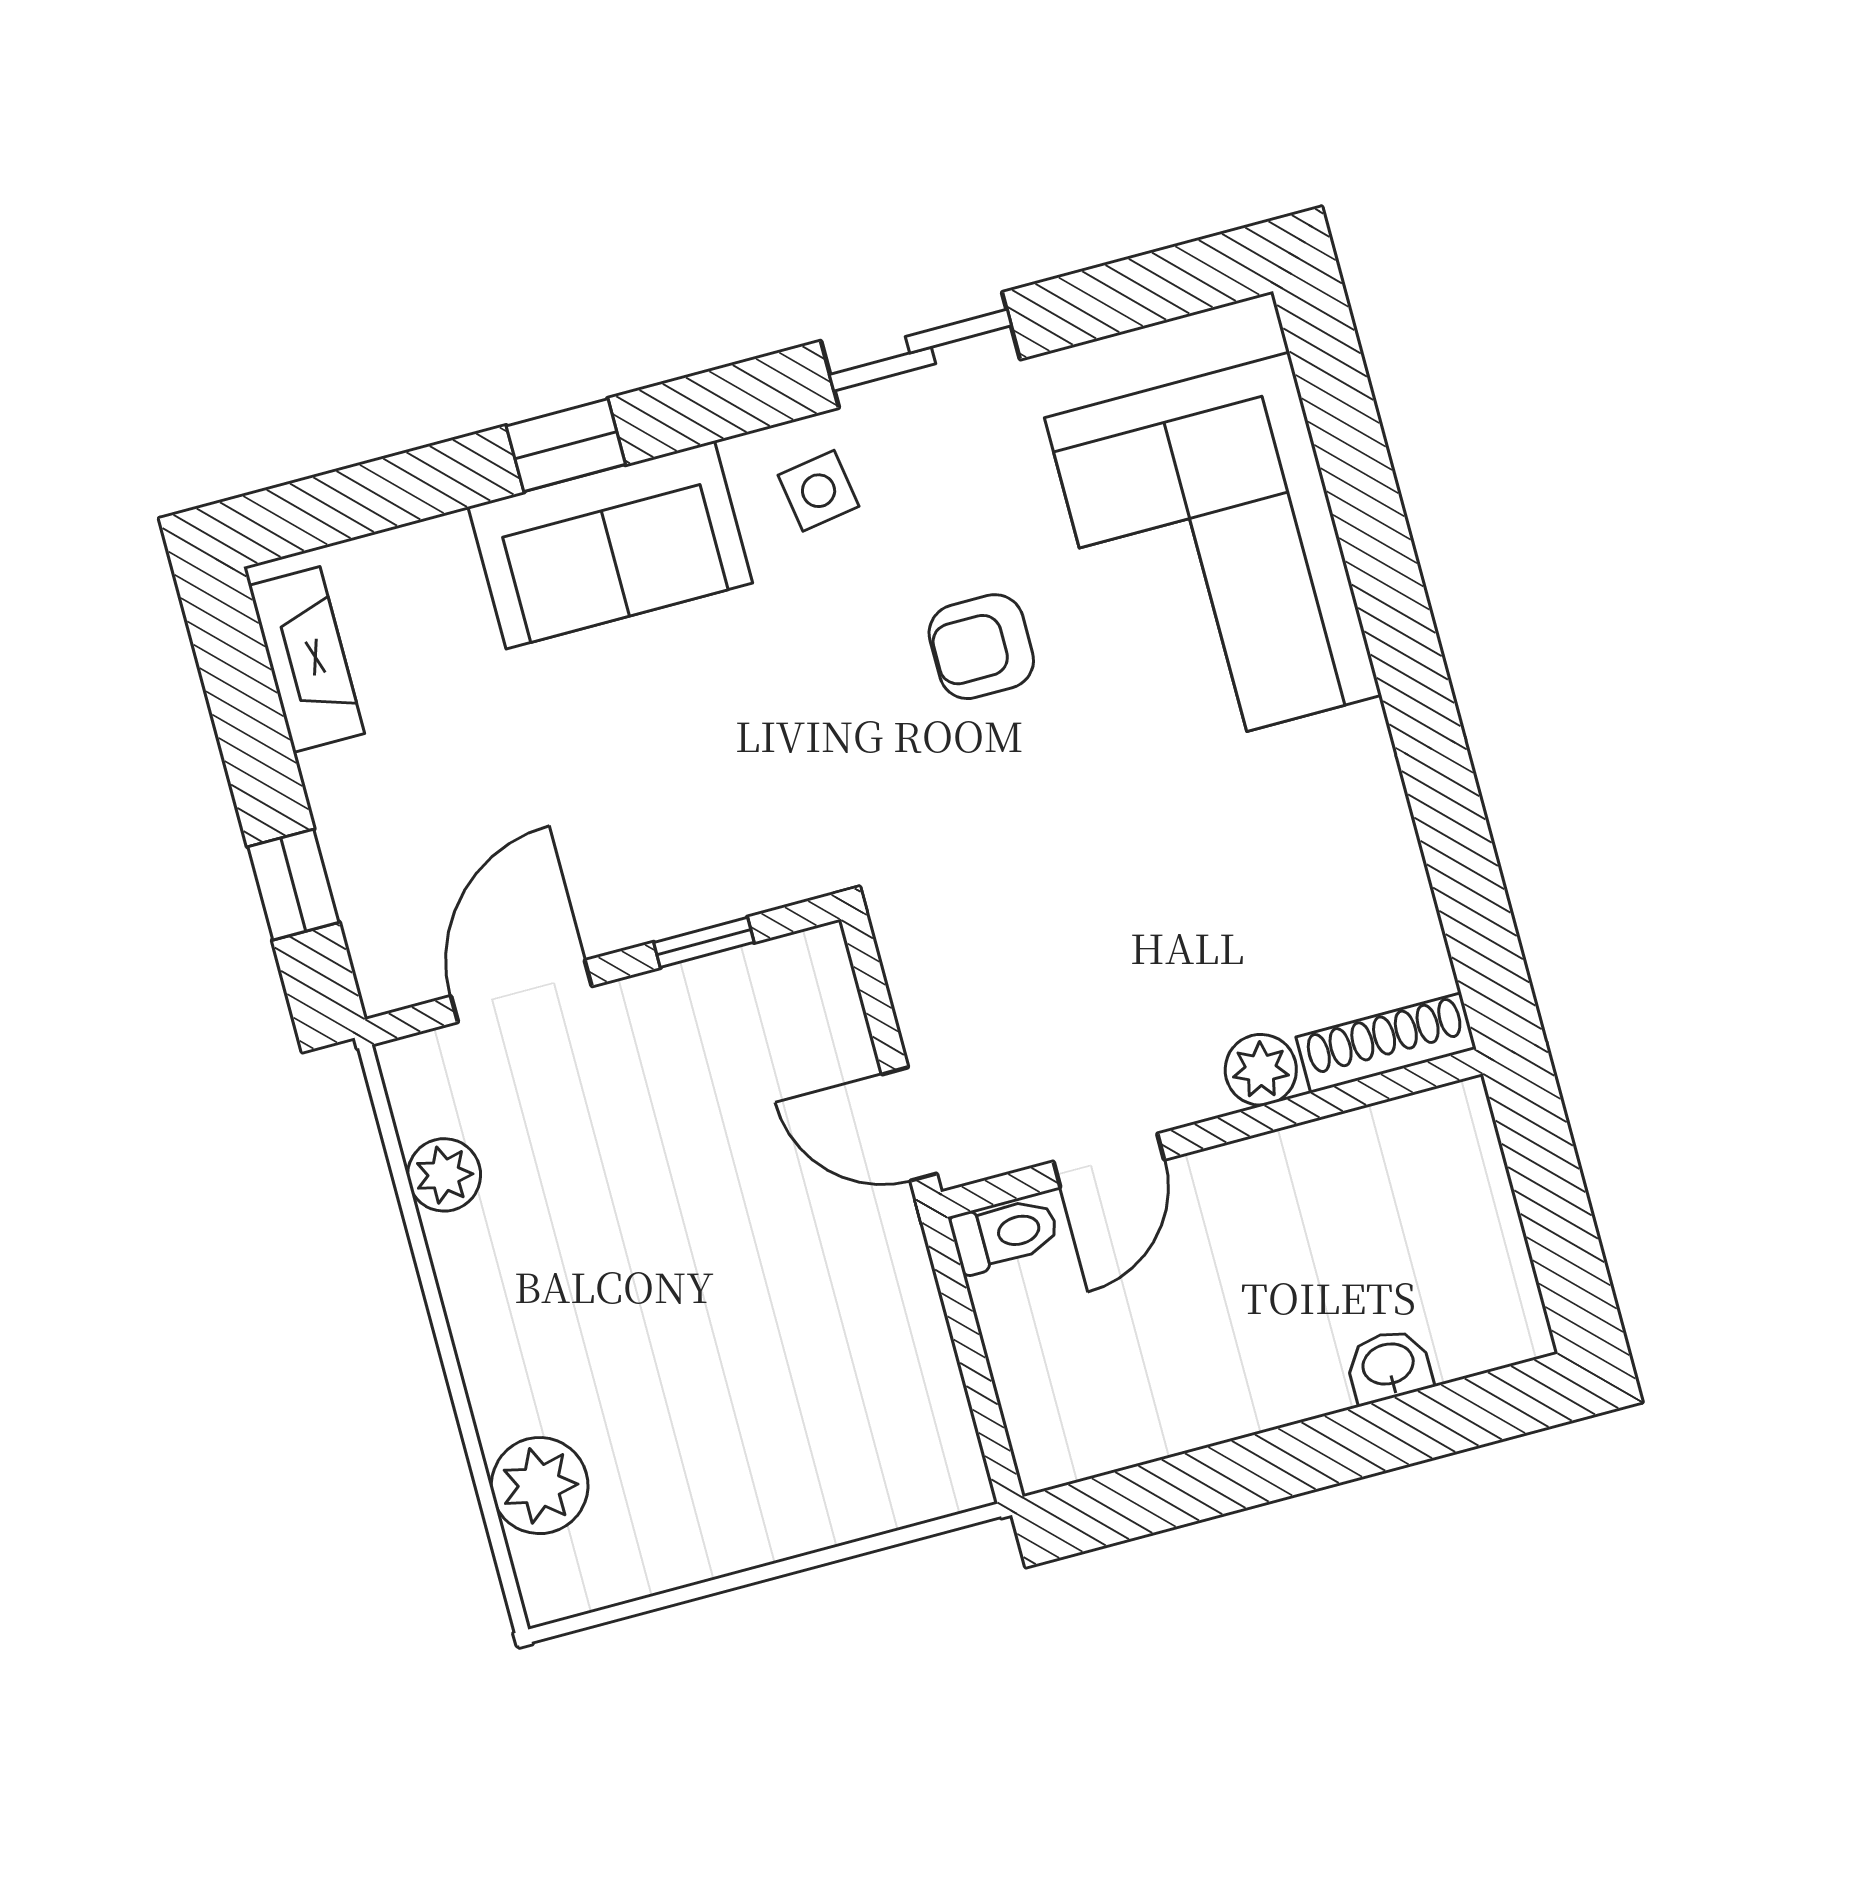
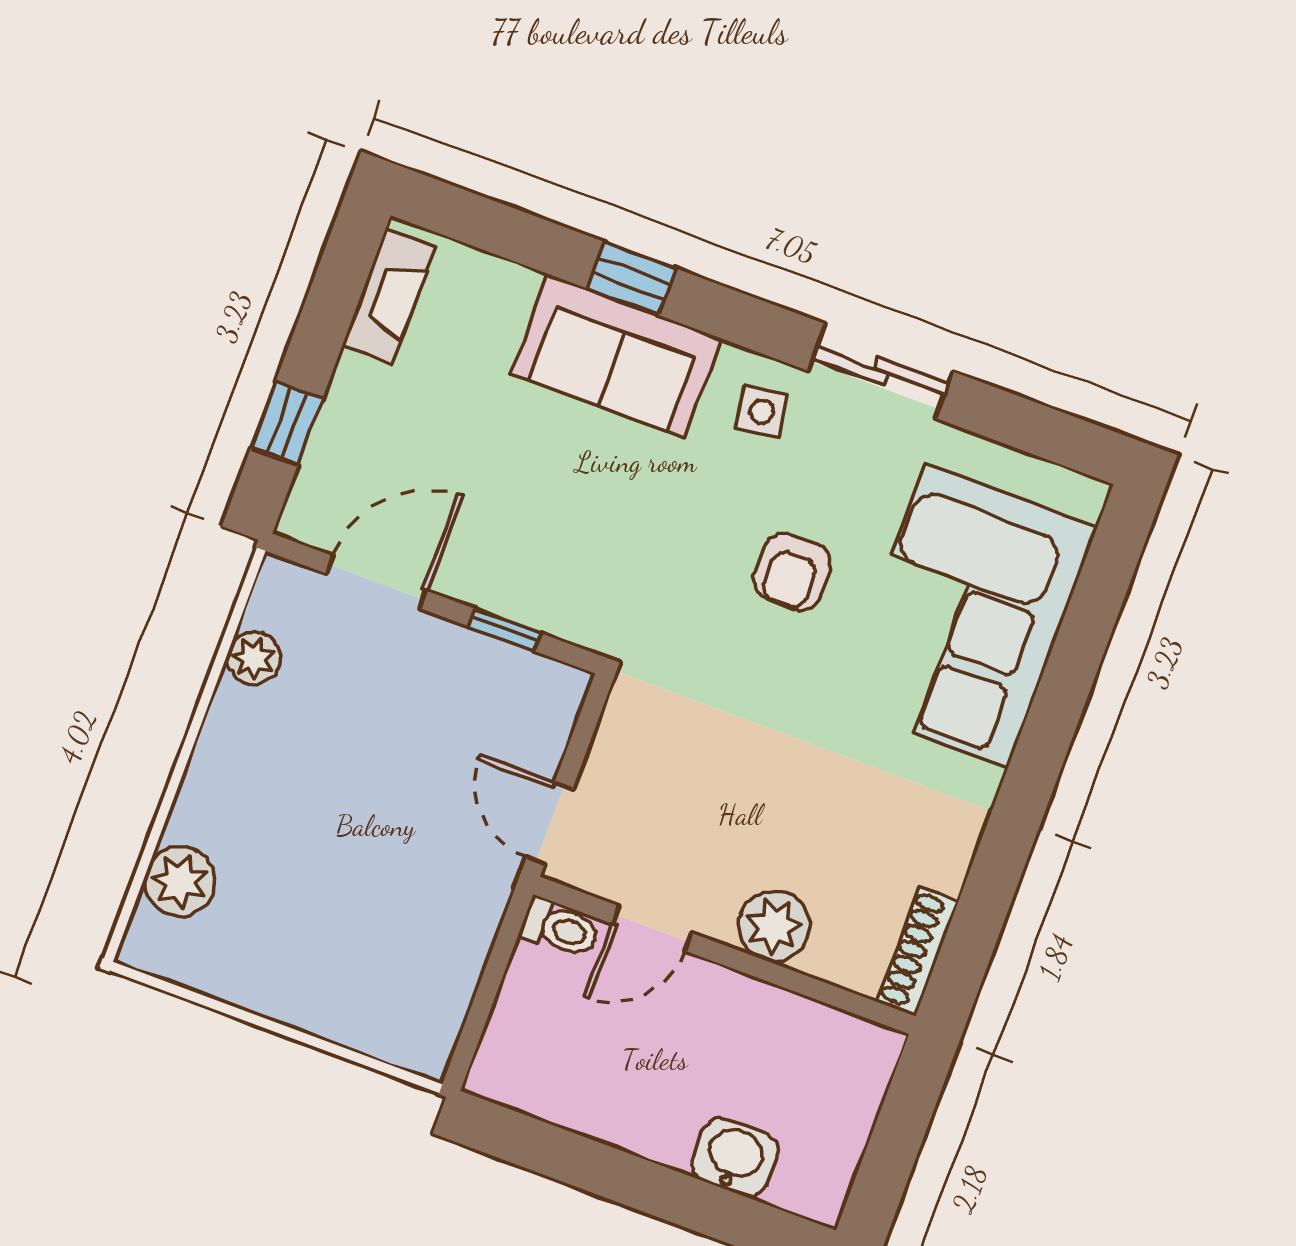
armchair: (981, 647) -> (792, 572), turned -90
shoe rack: (1386, 1043) -> (918, 951), moved, turned -90
plant: (1261, 1070) -> (774, 926), width x1.38, depth x1.38
washbasin: (1389, 1366) -> (735, 1157), width x1.38, depth x1.45

